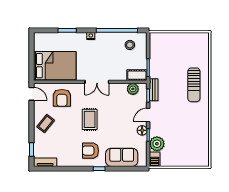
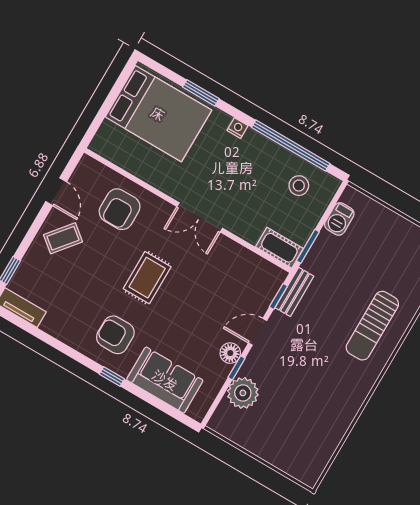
bed: (55, 66) -> (158, 114), moved
plant: (133, 89) -> (257, 268), removed
door: (32, 94) -> (56, 192), moved
barbecue: (155, 159) -> (339, 219), moved

